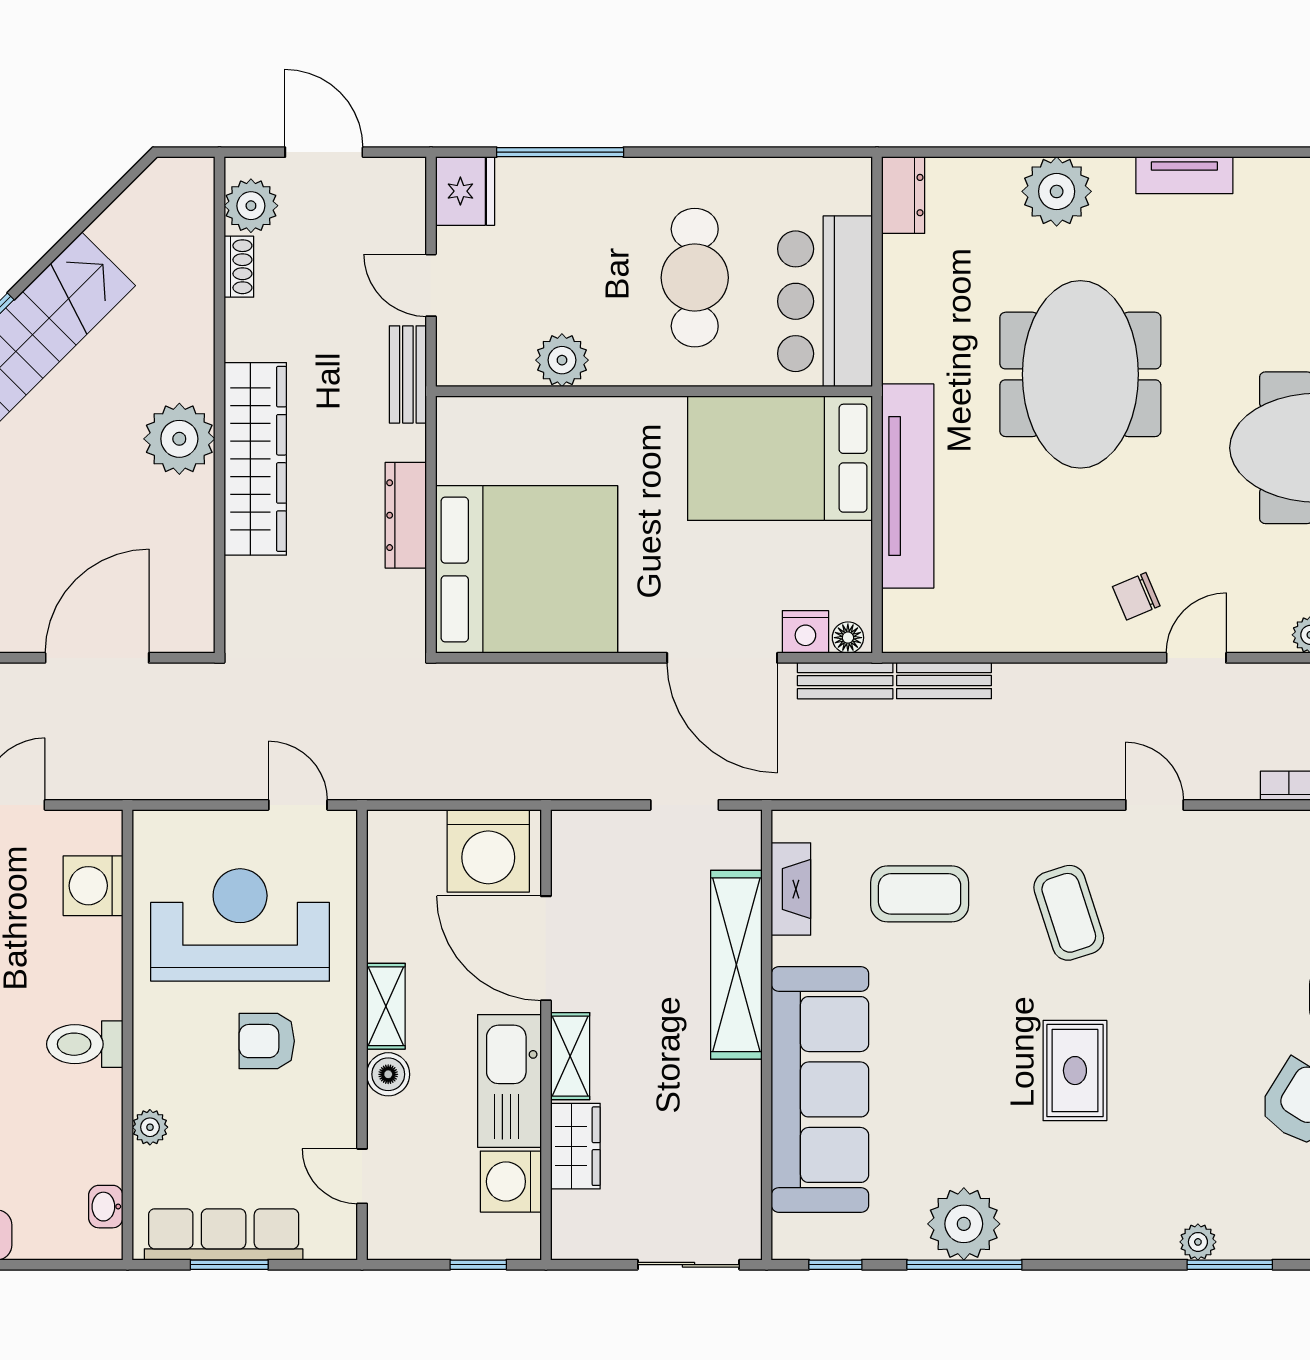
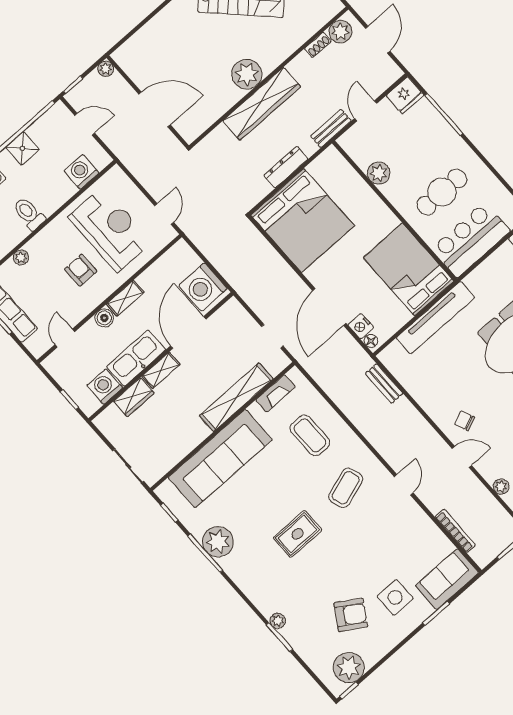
bench: (845, 681) -> (356, 352), removed

